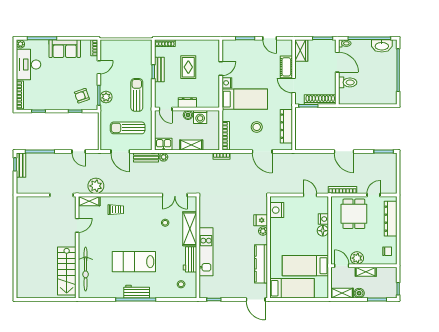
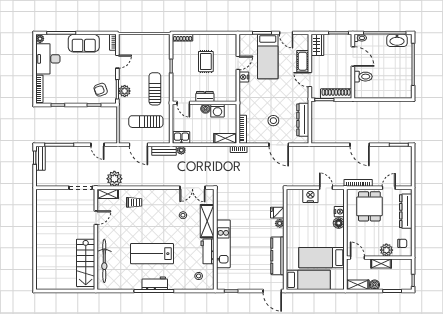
bench: (159, 69) -> (177, 64), removed
bed: (245, 99) -> (268, 57), moved, turned 90
shelving: (191, 145) -> (225, 138), moved
nightstand: (277, 210) -> (310, 196), moved, turned 90
plant: (357, 258) -> (386, 250), moved

